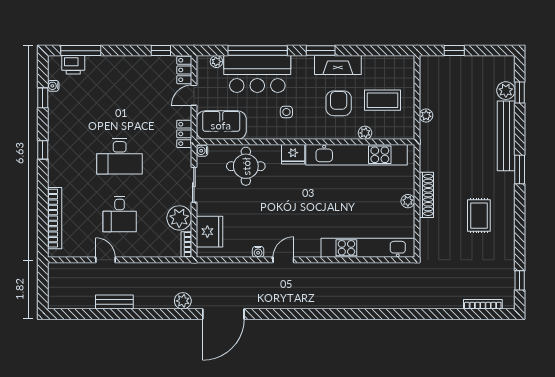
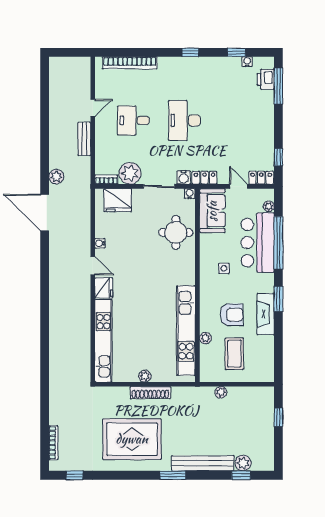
fridge: (293, 154) -> (104, 288), moved, turned 180
water cooler: (184, 157) -> (184, 178), added
rug: (479, 216) -> (132, 439), width x1.86, depth x2.06
bench: (114, 302) -> (84, 139), moved

